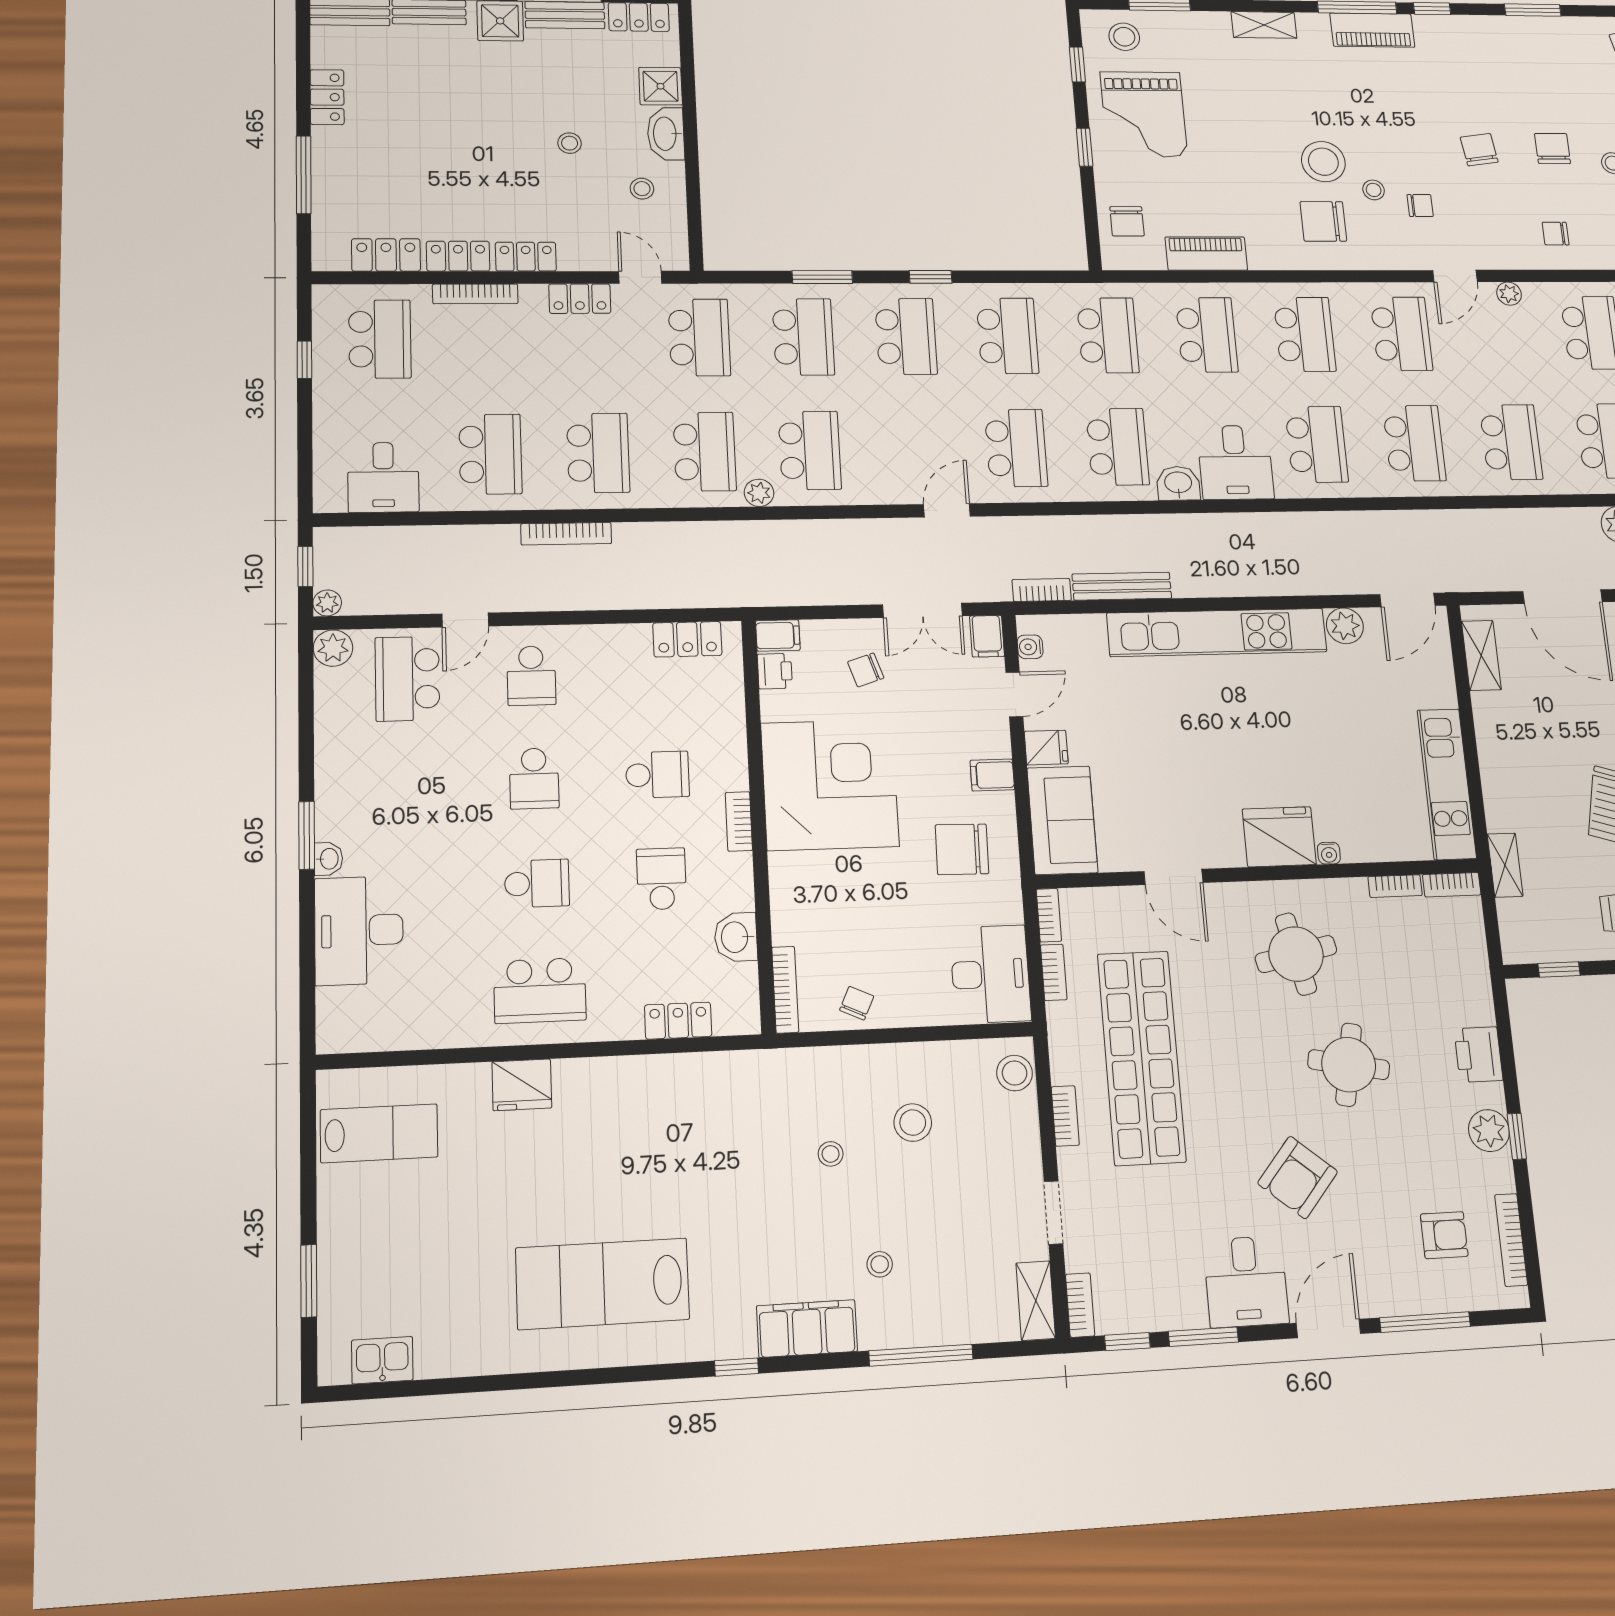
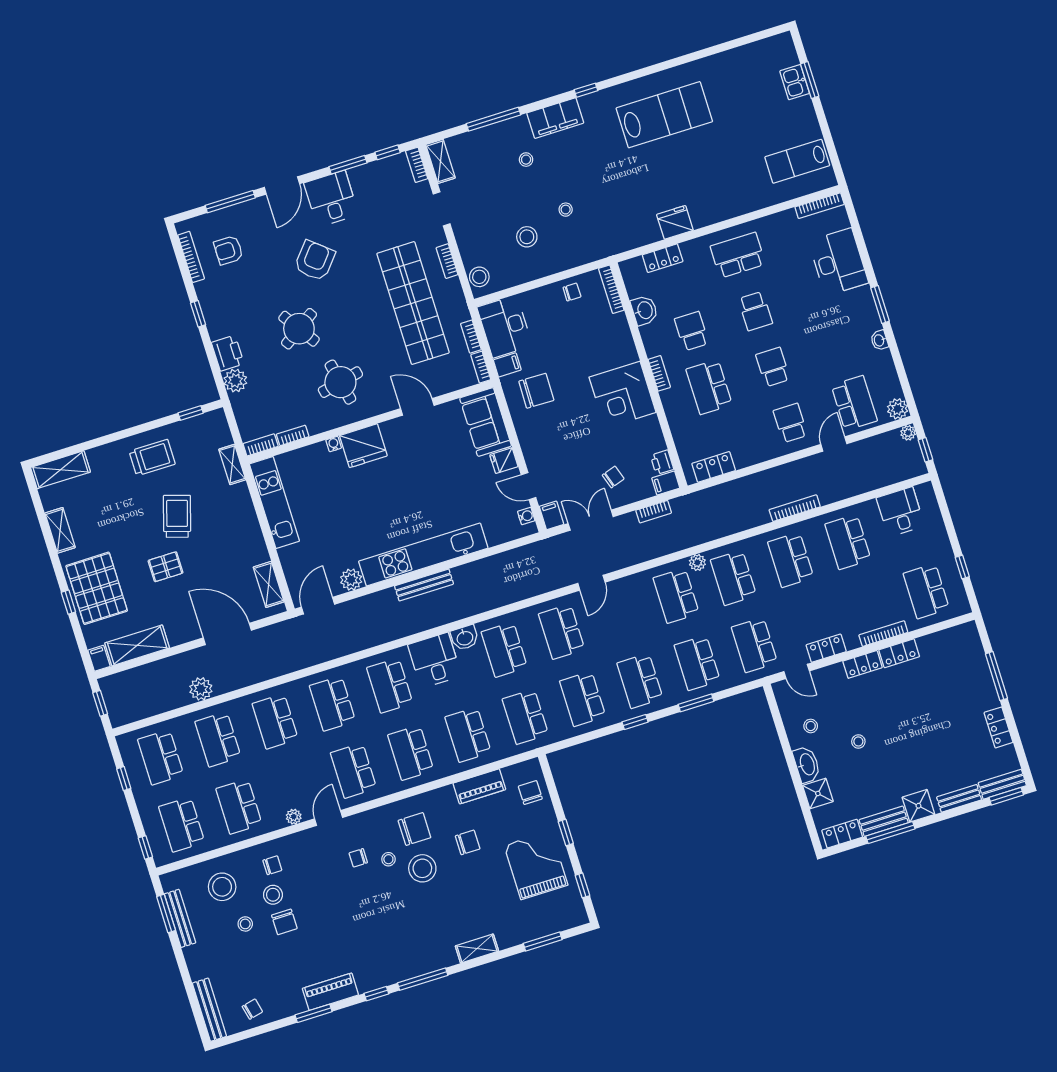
piano: (1372, 30) -> (330, 992), moved
stool: (1124, 37) -> (273, 895), moved
chair: (1479, 150) -> (468, 842), moved, turned -82
locker: (386, 255) -> (938, 642), removed
bench: (1122, 586) -> (424, 585), moved
bookcase: (1042, 590) -> (654, 512), moved
door: (1014, 694) -> (528, 486), hinge flipped
school desk: (657, 775) -> (709, 387), width x1.85
filing cabinet: (992, 775) -> (507, 365), moved
corner desk: (830, 785) -> (623, 395), width x0.74, depth x0.74
washbasin: (328, 859) -> (879, 340), moved
school desk: (662, 879) -> (692, 331), turned 180
school desk: (537, 883) -> (755, 311), turned -90
chair: (857, 1003) -> (572, 292), turned -115
bookcase: (362, 1041) -> (820, 206), added
round table: (1349, 1065) -> (299, 329), turned 45
fridge: (522, 1085) -> (675, 222), moved
plant: (1489, 1131) -> (235, 381), moved
kitchen sink: (382, 1360) -> (795, 82), moved, turned 90

